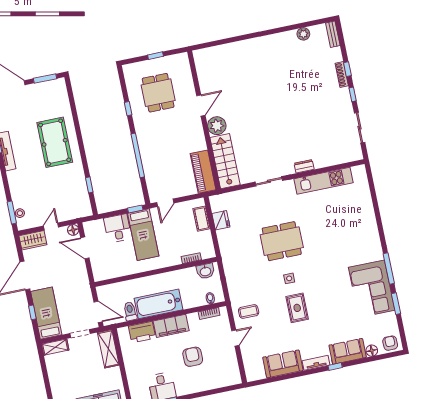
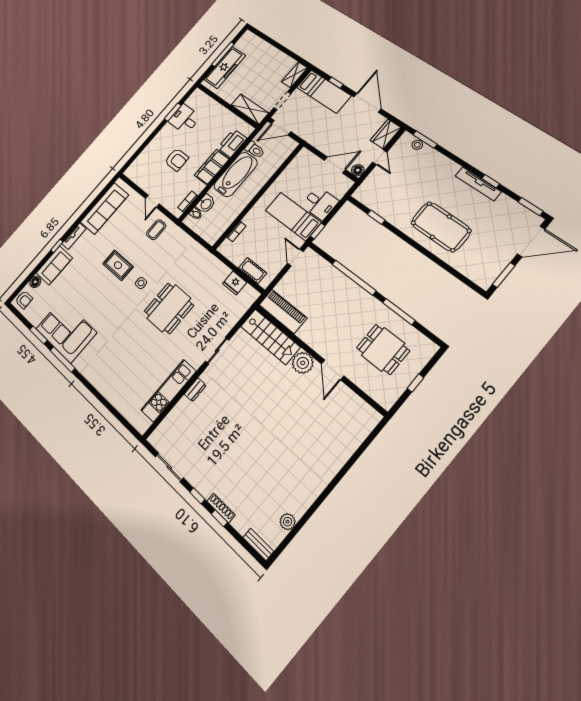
window: (128, 109) -> (399, 312), width x2.17
washbasin: (205, 271) -> (206, 204), moved, turned 180
sofa: (283, 364) -> (104, 208), width x1.36

